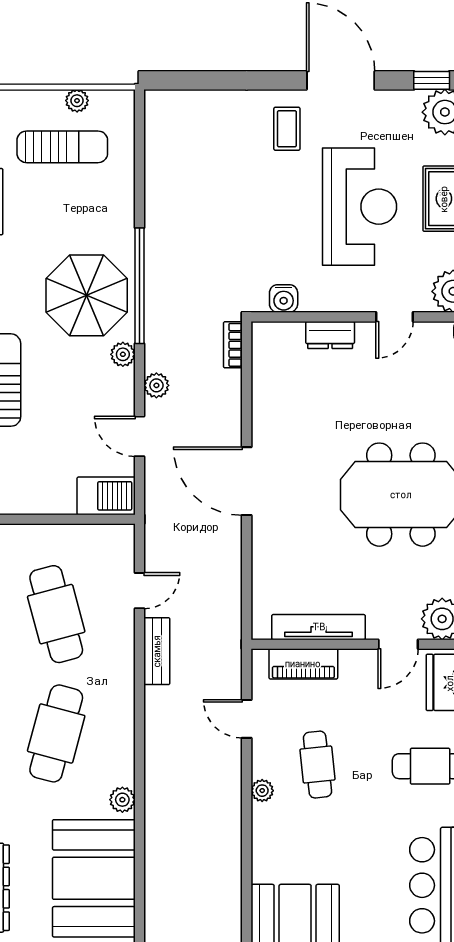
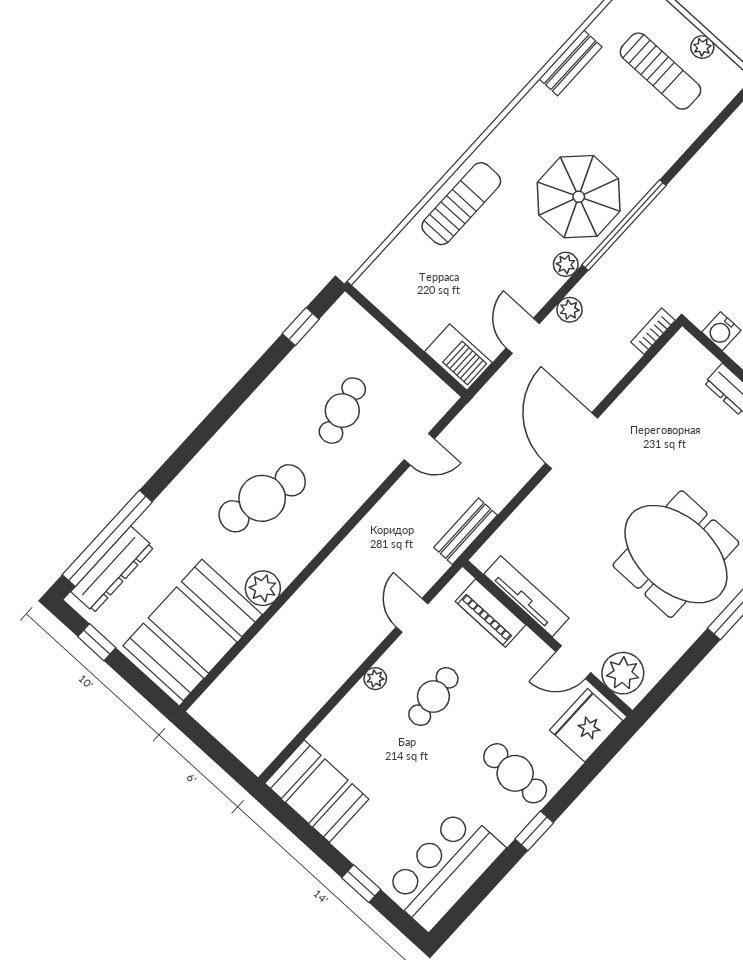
cafe table: (56, 614) -> (342, 411), width x0.73, depth x0.74
bench: (157, 651) -> (465, 531), moved
plant: (122, 800) -> (263, 588), width x1.38, depth x1.38

